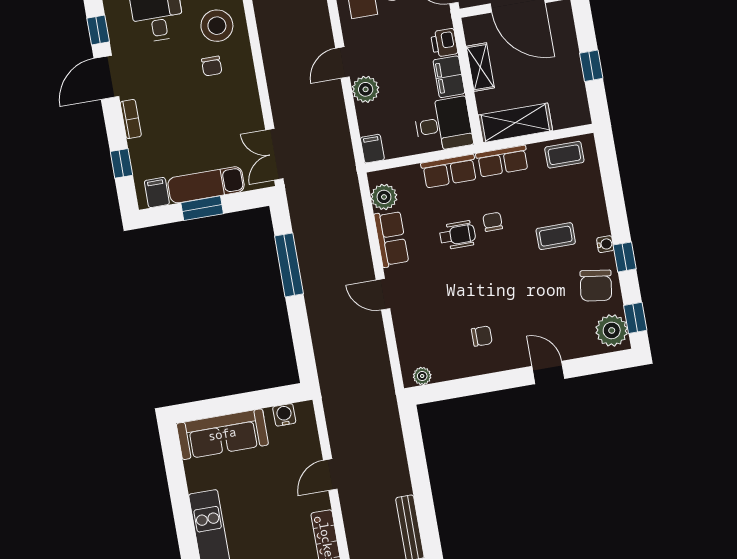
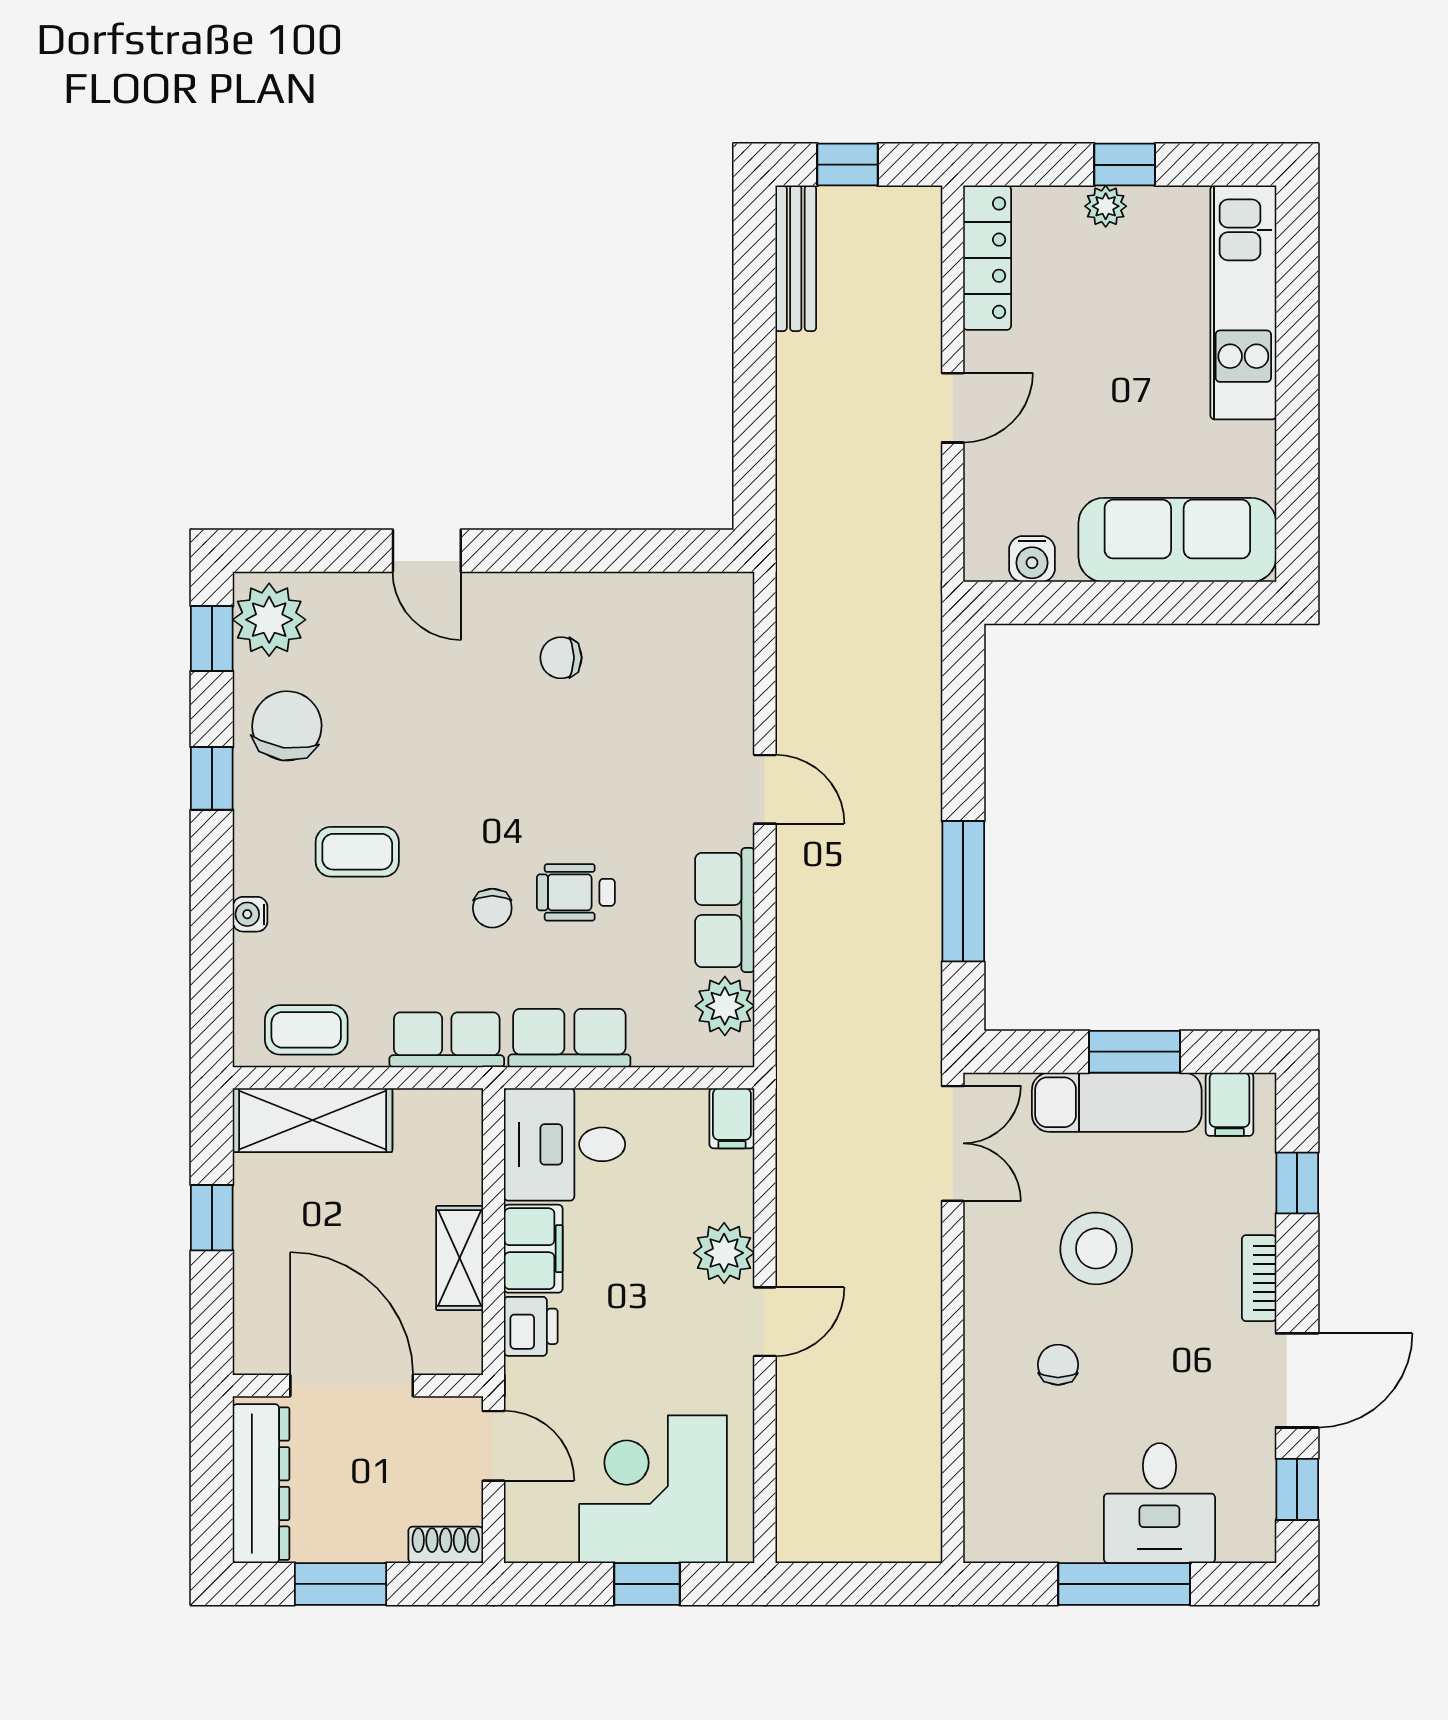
stool: (217, 26) -> (1096, 1248), moved
shelving: (515, 123) -> (313, 1120), moved
water cooler: (605, 244) -> (250, 914), moved
plant: (422, 376) -> (709, 592), removed

